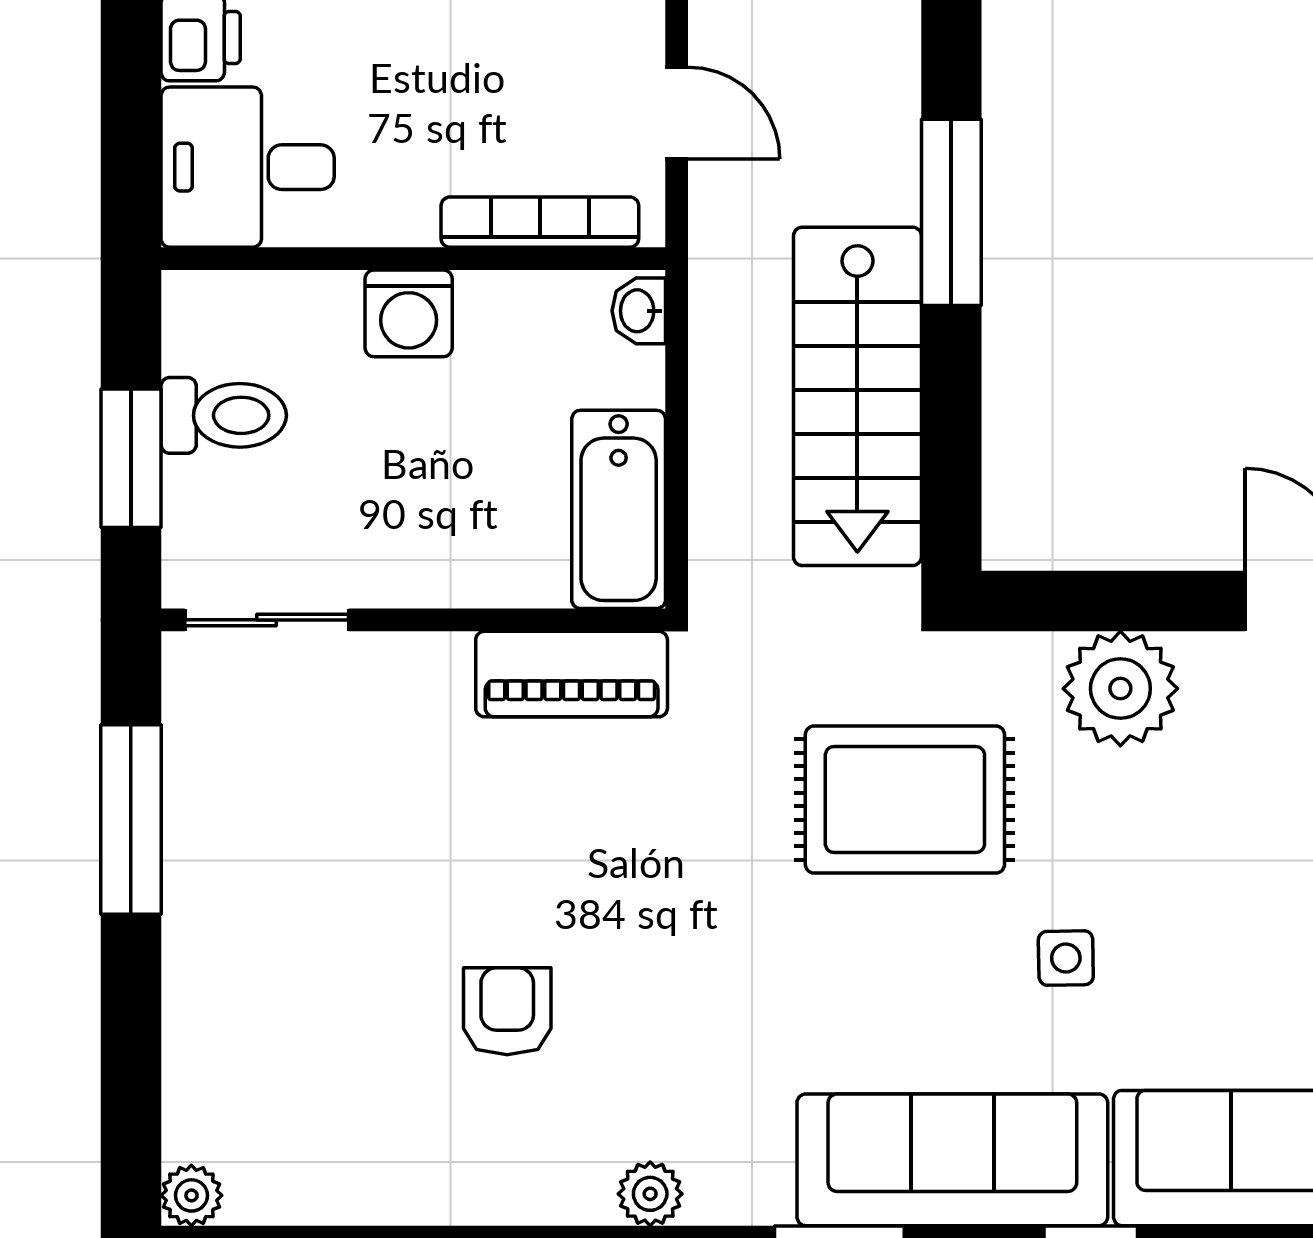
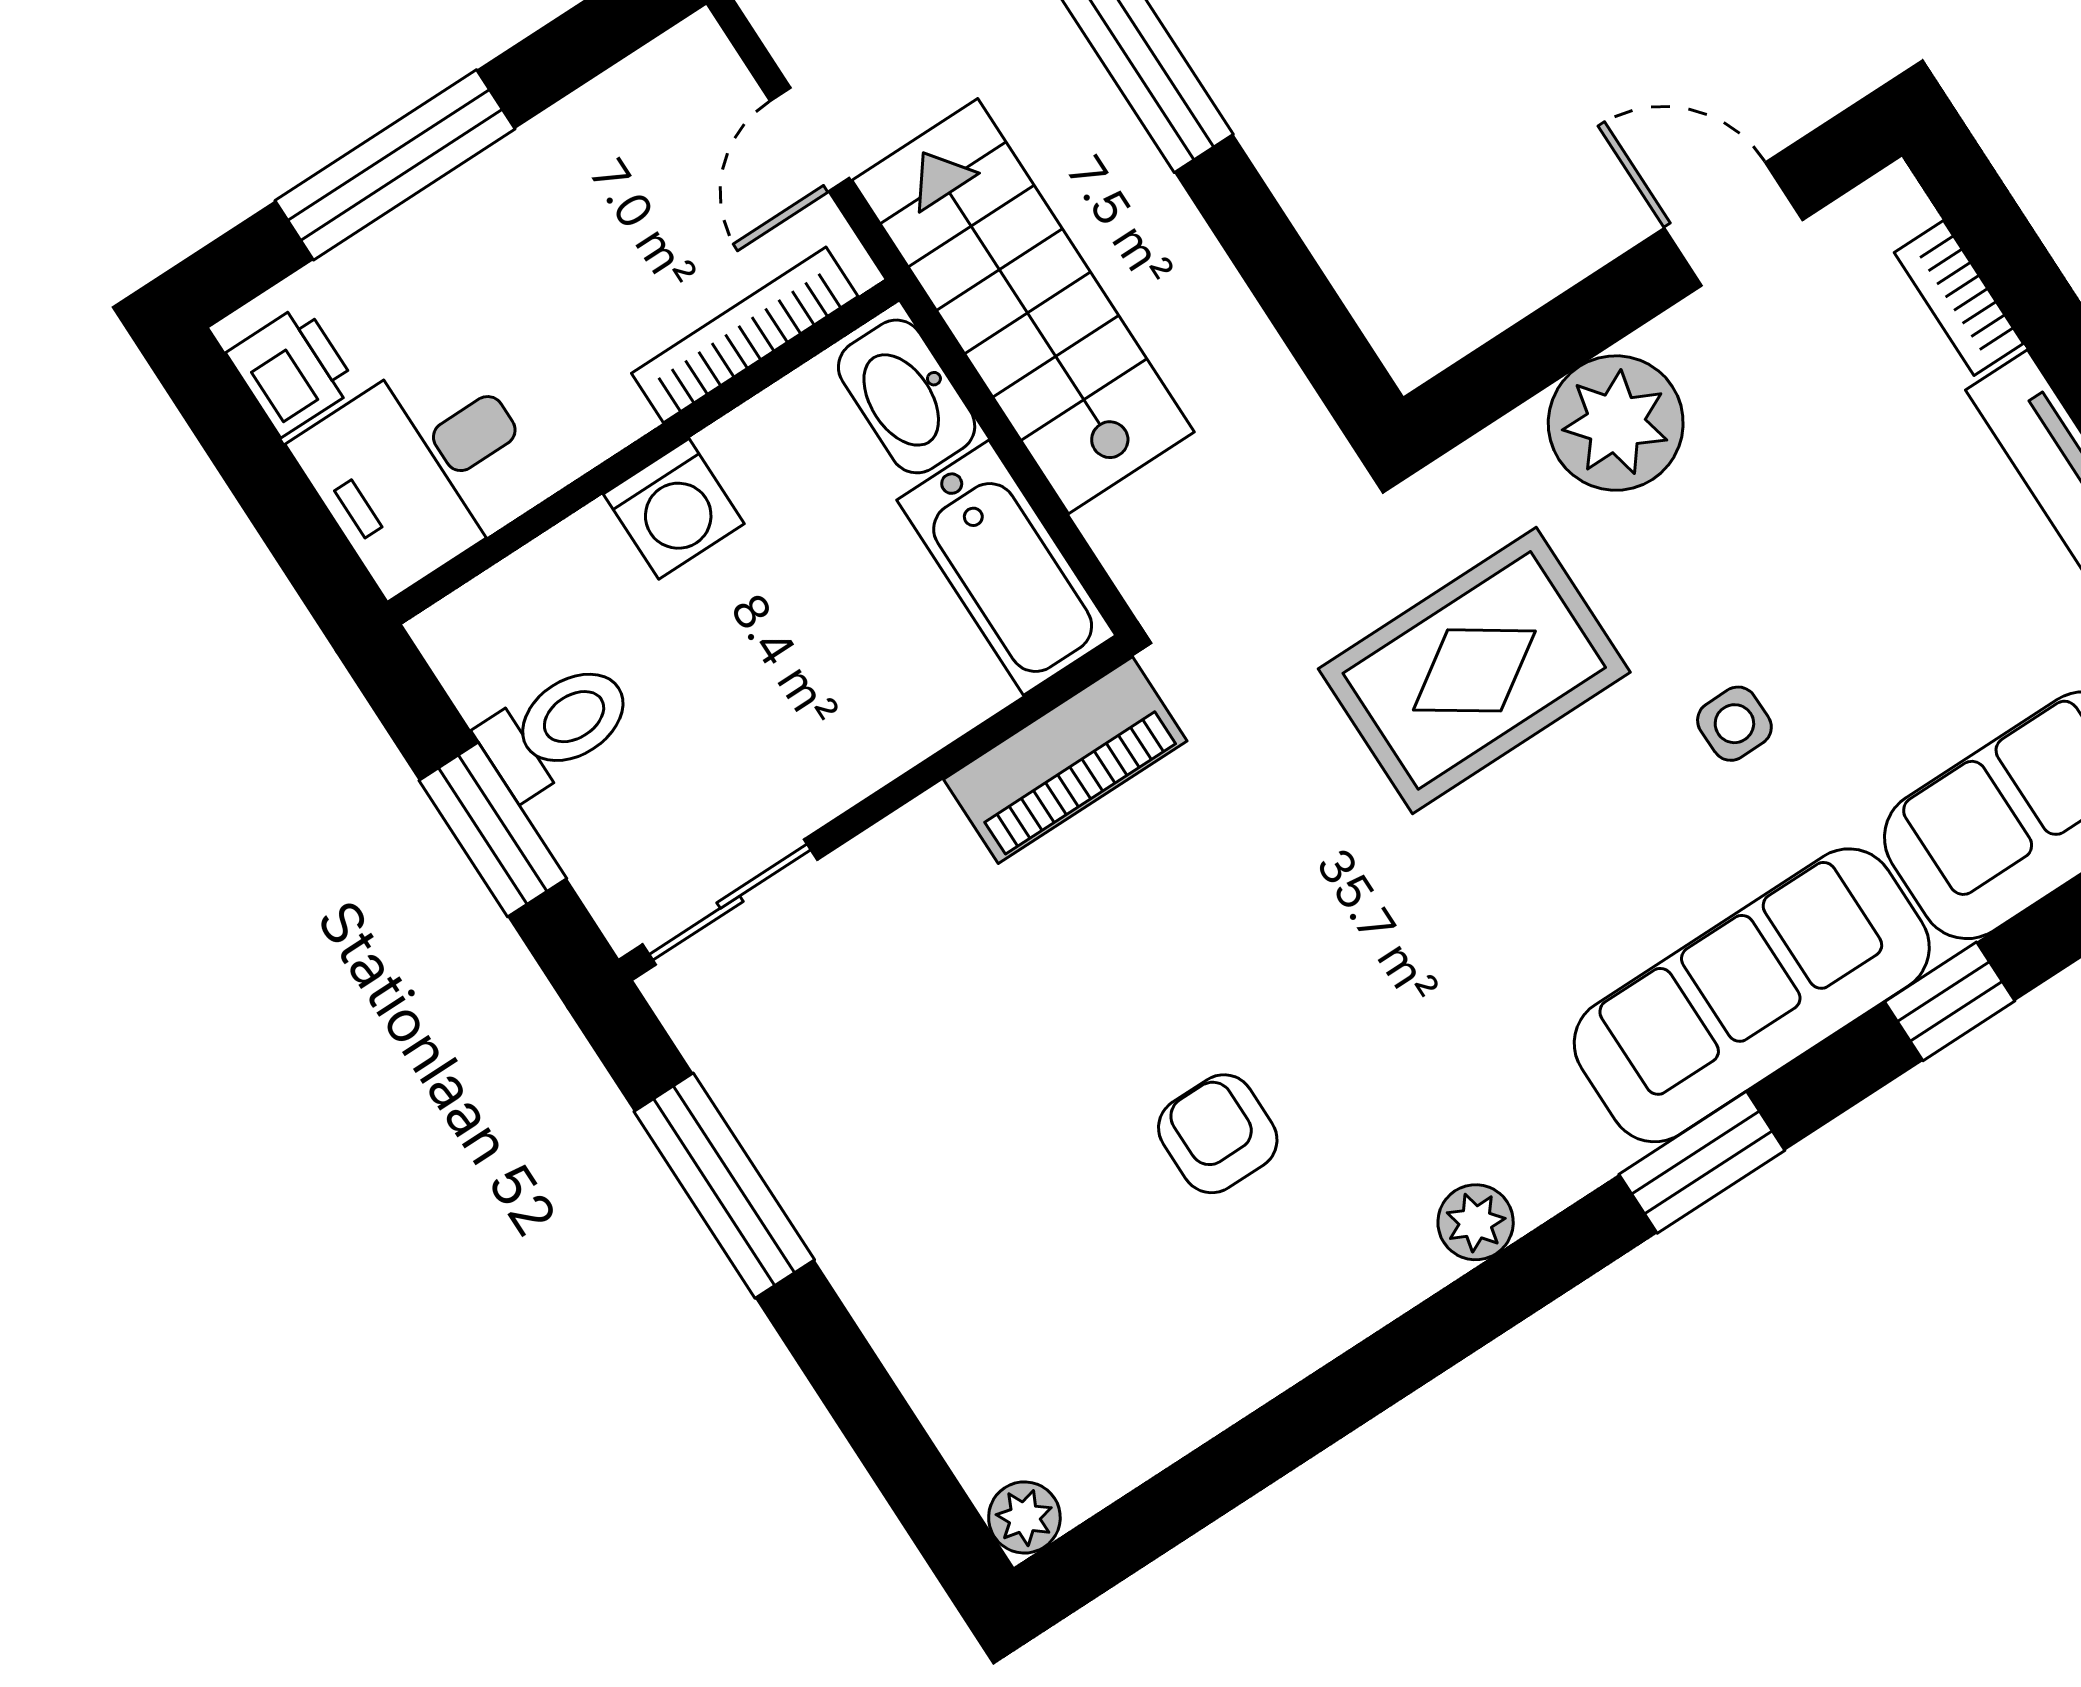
door: (677, 113) -> (810, 140), swing flipped
washbasin: (639, 311) -> (907, 396), width x1.91, depth x1.45
stairs: (857, 396) -> (1023, 306), moved, turned 180

